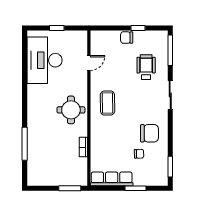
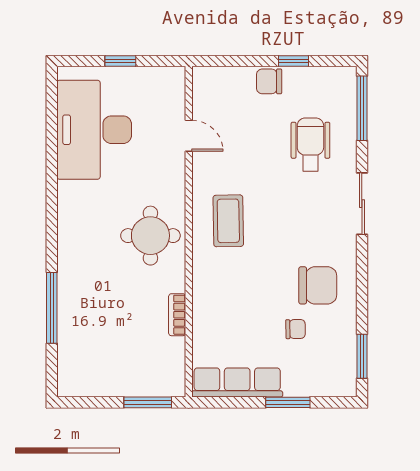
door: (89, 63) -> (189, 136), hinge flipped

